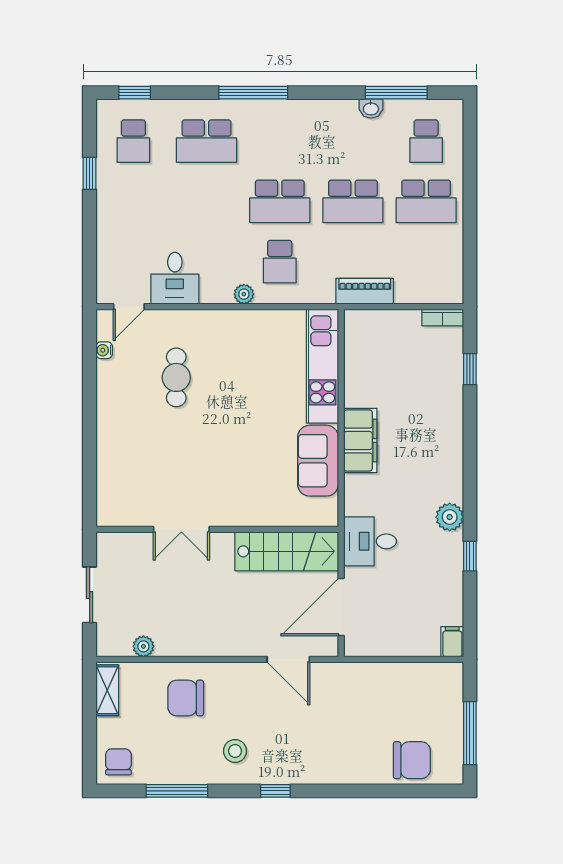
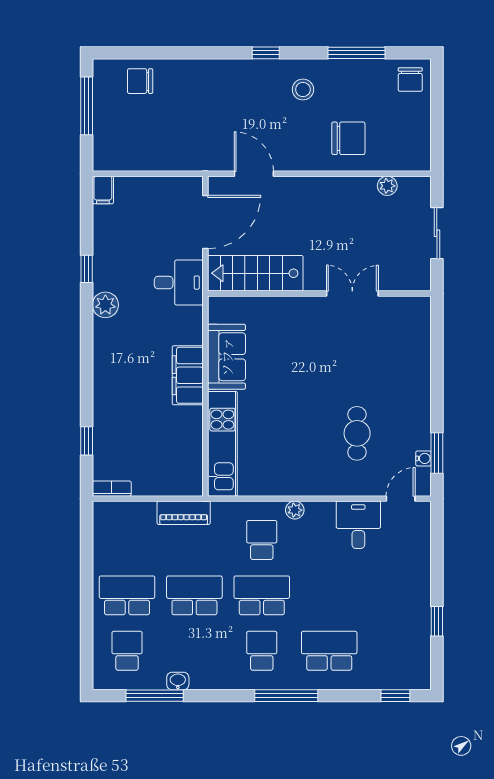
school desk: (133, 141) -> (262, 651), moved
window: (90, 356) -> (437, 453), added
shelving: (107, 690) -> (421, 145), removed
chair: (412, 760) -> (140, 81), width x0.73, depth x0.73

